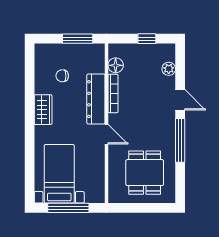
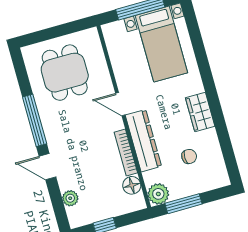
plant: (96, 52) -> (158, 194), added

